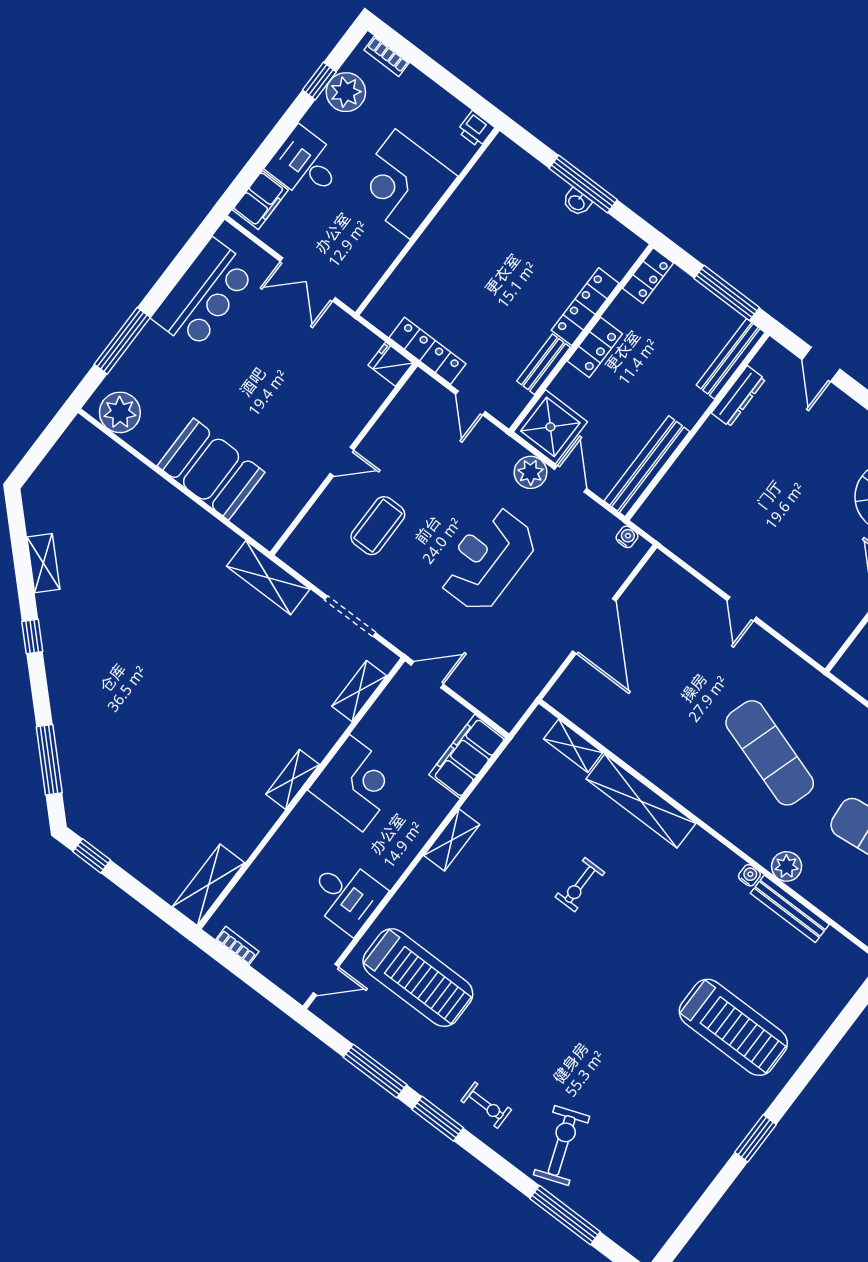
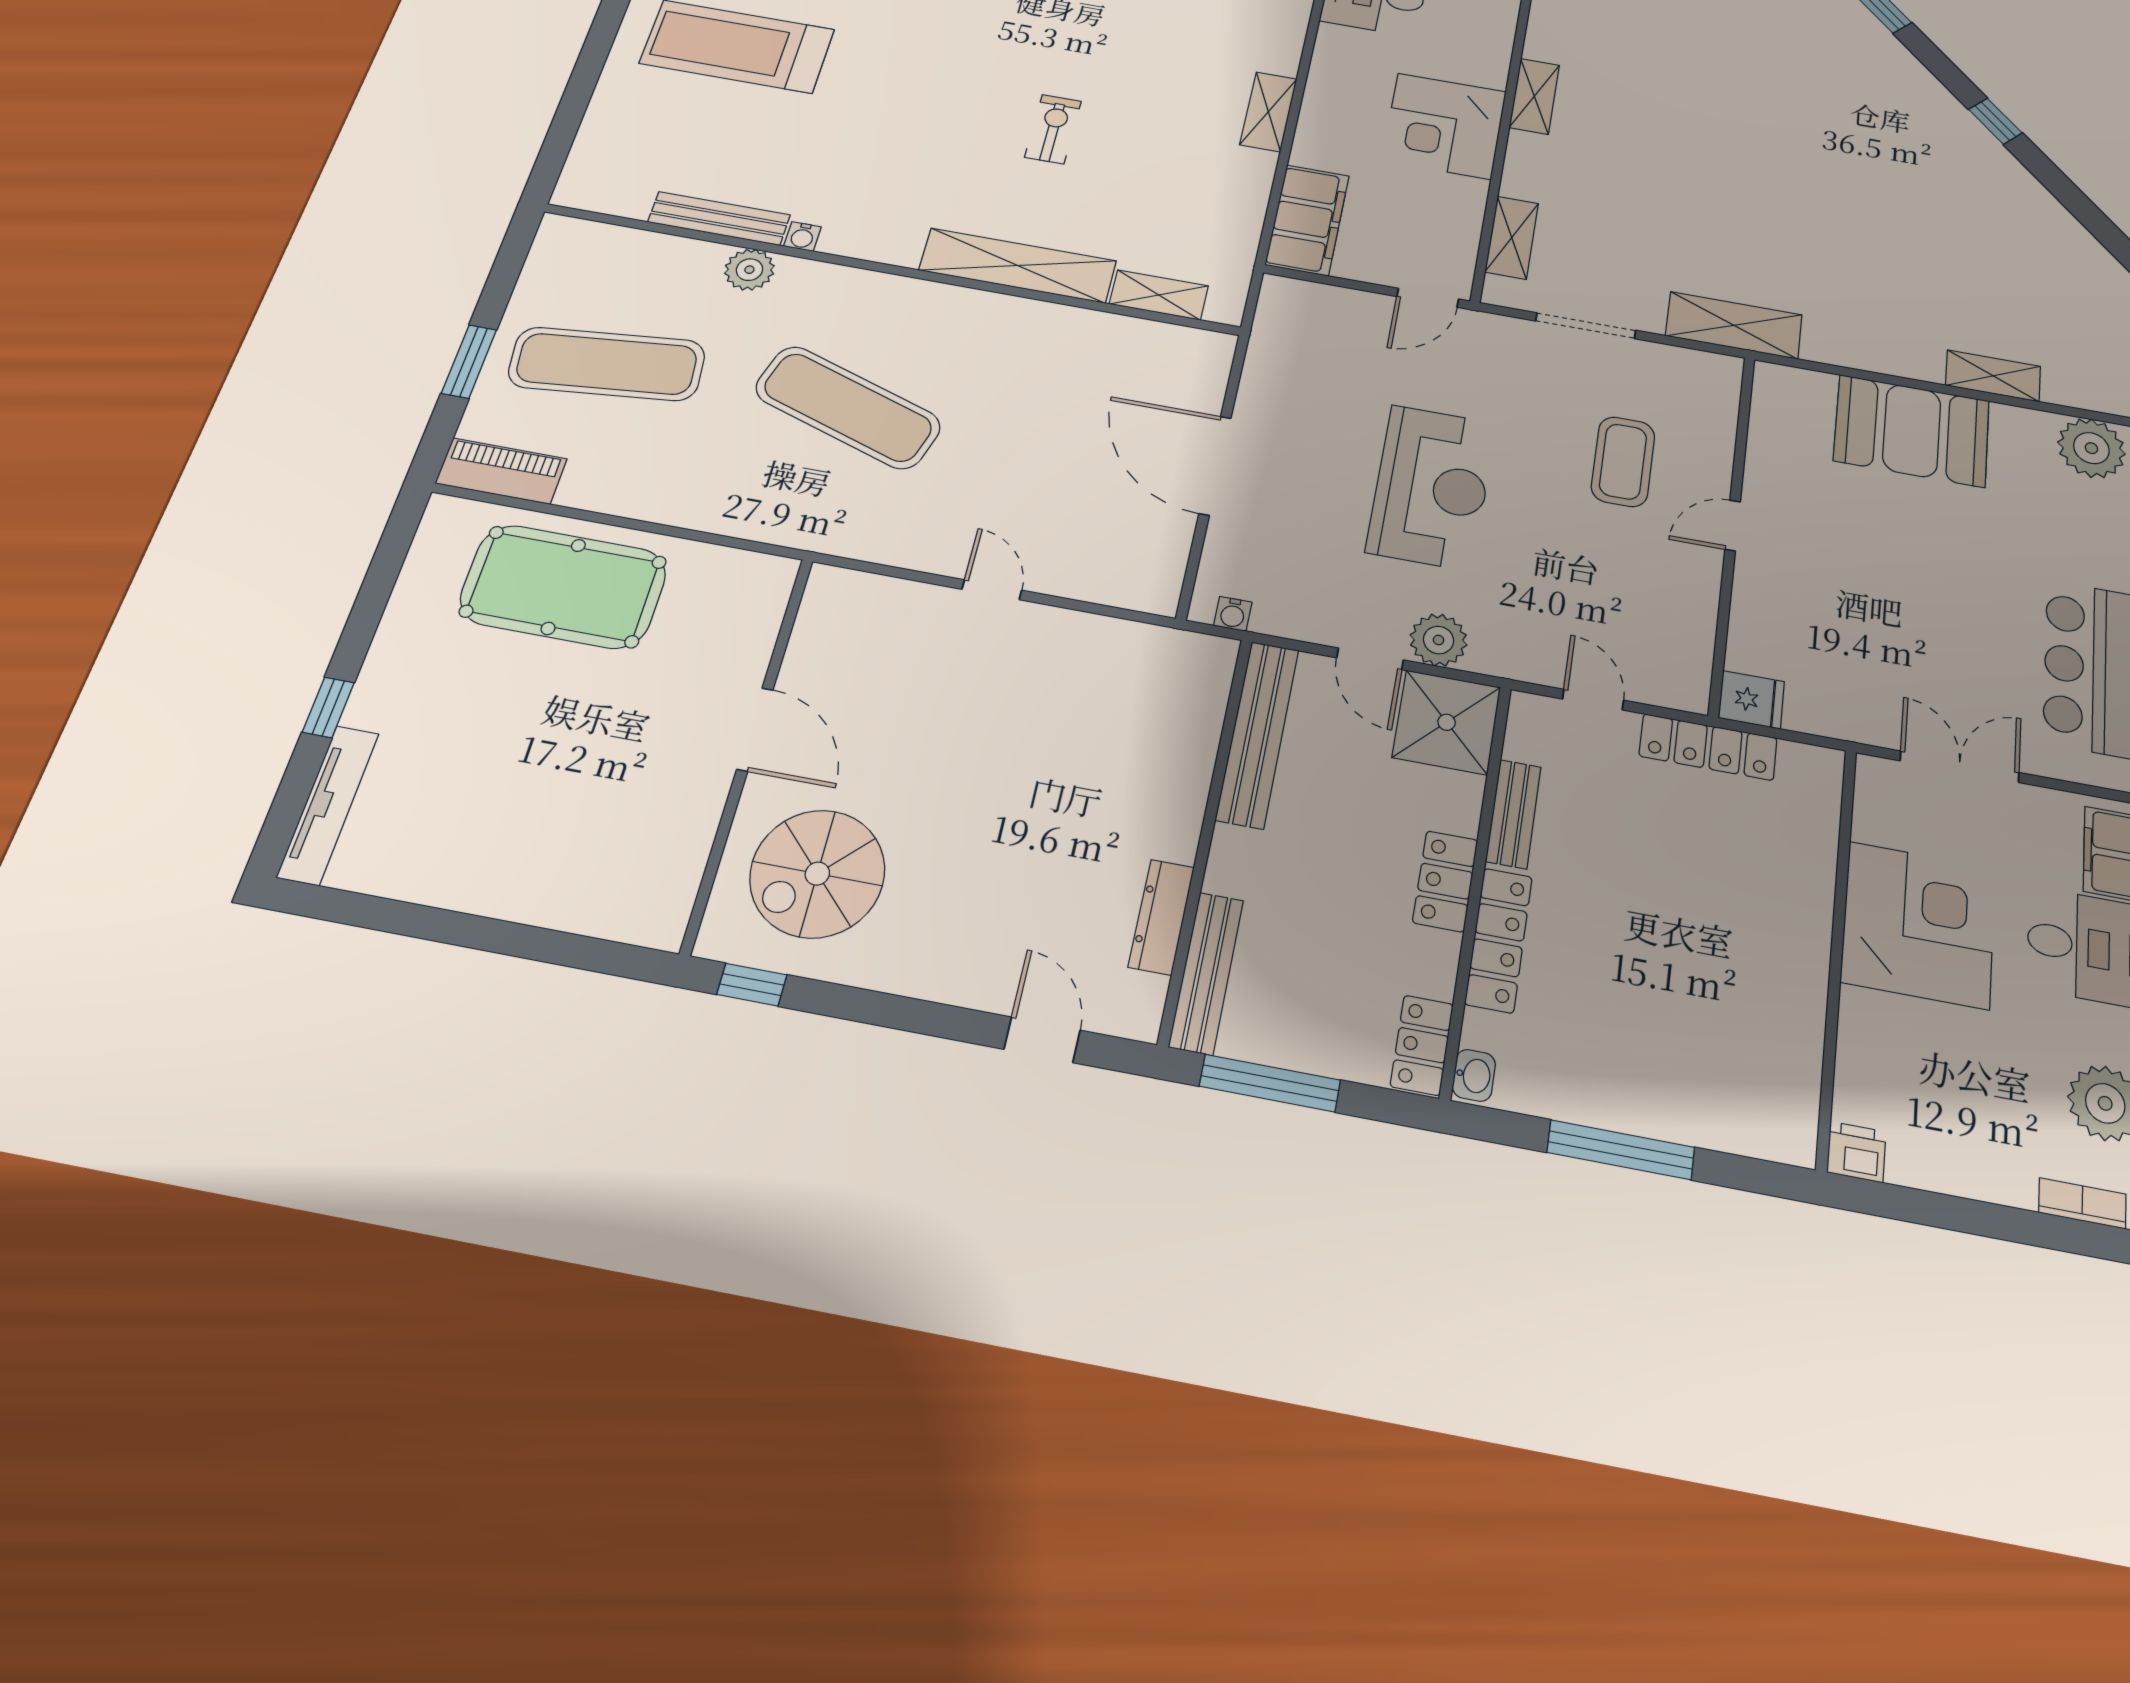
corner desk: (403, 184) -> (1918, 925), moved
washbasin: (577, 202) -> (1474, 1075), moved, turned 90
shelving: (43, 563) -> (1993, 376), moved, turned -45

